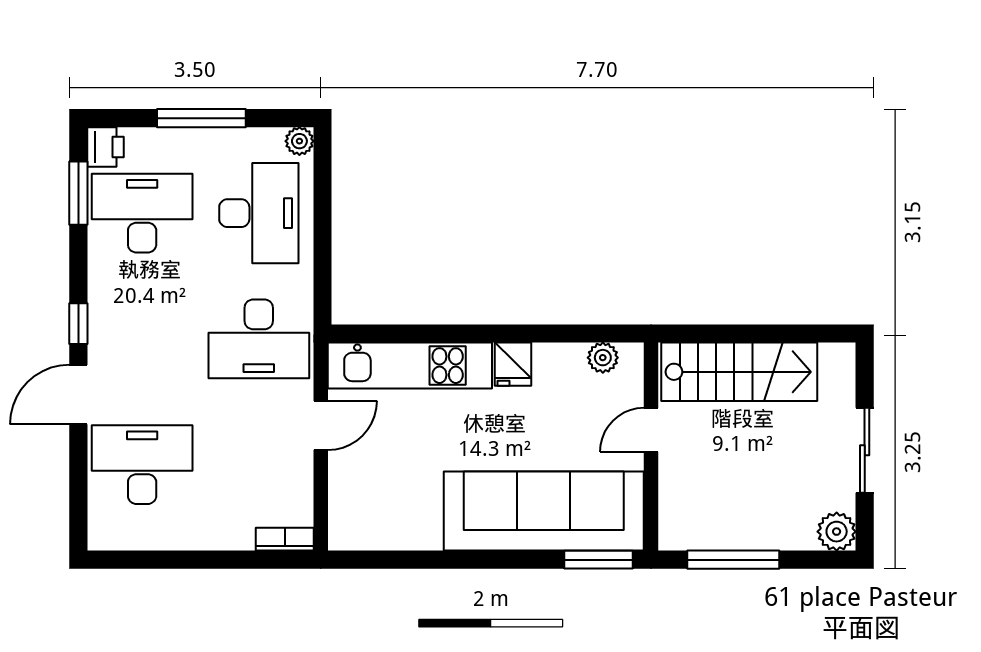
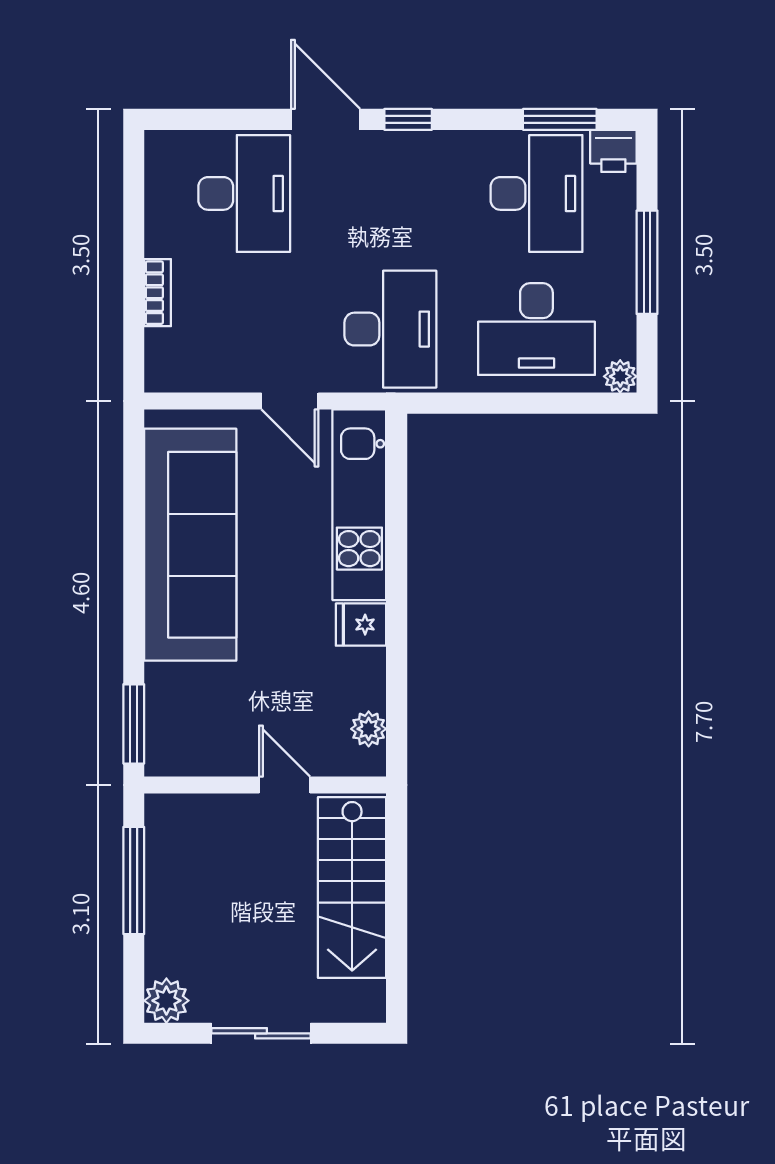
desk: (259, 339) -> (390, 329), turned 180
sofa: (544, 511) -> (190, 545), moved
bookcase: (285, 539) -> (158, 293), moved

